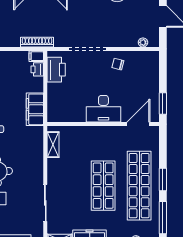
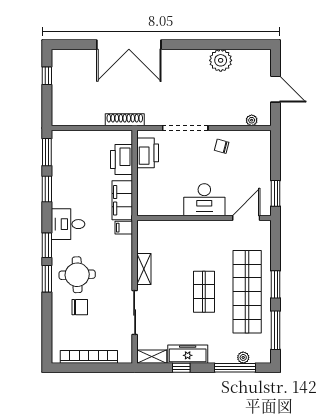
filing cabinet: (36, 56) -> (124, 228), moved
printer: (37, 69) -> (122, 159), width x1.87, depth x1.48
shelving: (53, 145) -> (144, 269), moved
shop shelf: (103, 186) -> (204, 292), width x0.70, depth x0.74

